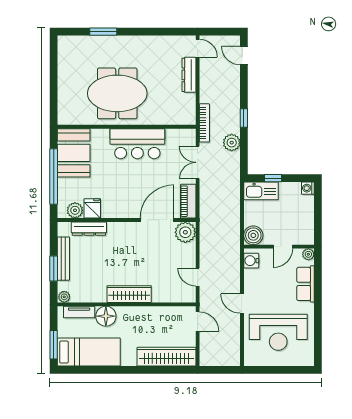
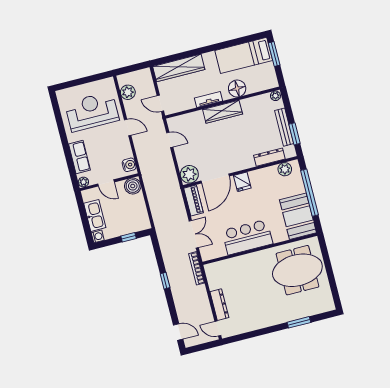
meeting table: (117, 93) -> (297, 270), moved
plant: (232, 143) -> (128, 92), moved
kitchen sink: (261, 191) -> (95, 215), moved, turned 90
fridge: (92, 208) -> (242, 182), moved
door: (283, 247) -> (106, 183), swing flipped
window: (54, 268) -> (294, 134), moved
tv unit: (79, 312) -> (209, 99), moved

